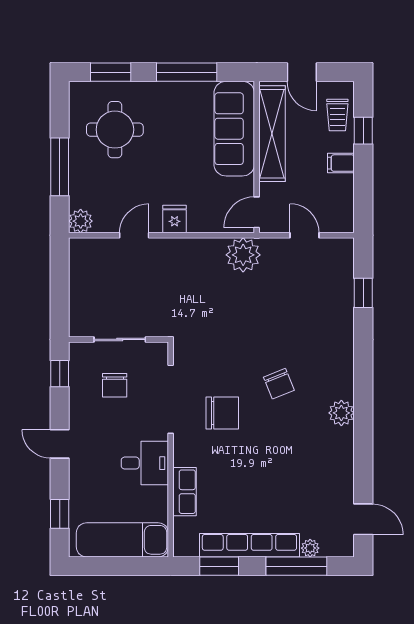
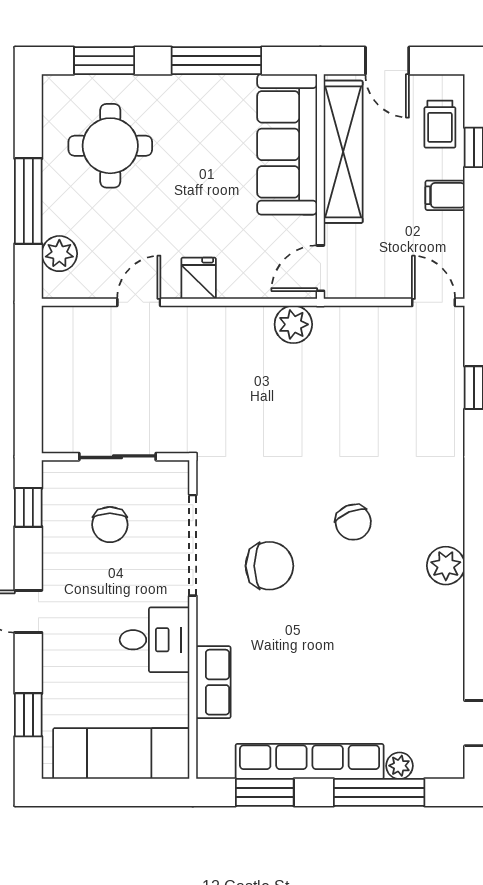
plant: (81, 221) -> (59, 254), moved
door: (305, 235) -> (434, 302), moved
plant: (243, 255) -> (293, 324), width x0.73, depth x0.73

